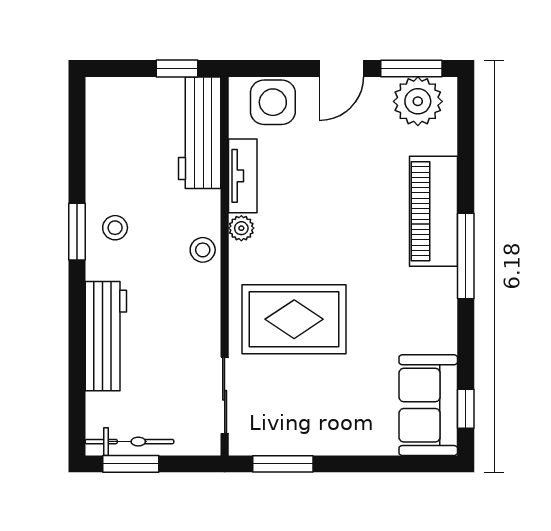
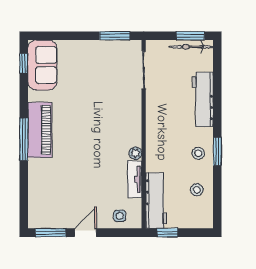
plant: (418, 101) -> (48, 216), removed
side table: (273, 102) -> (120, 216), width x0.54, depth x0.54
piano: (433, 211) -> (40, 130), moved
stool: (203, 250) -> (197, 190), moved
rug: (294, 319) -> (109, 108), removed

